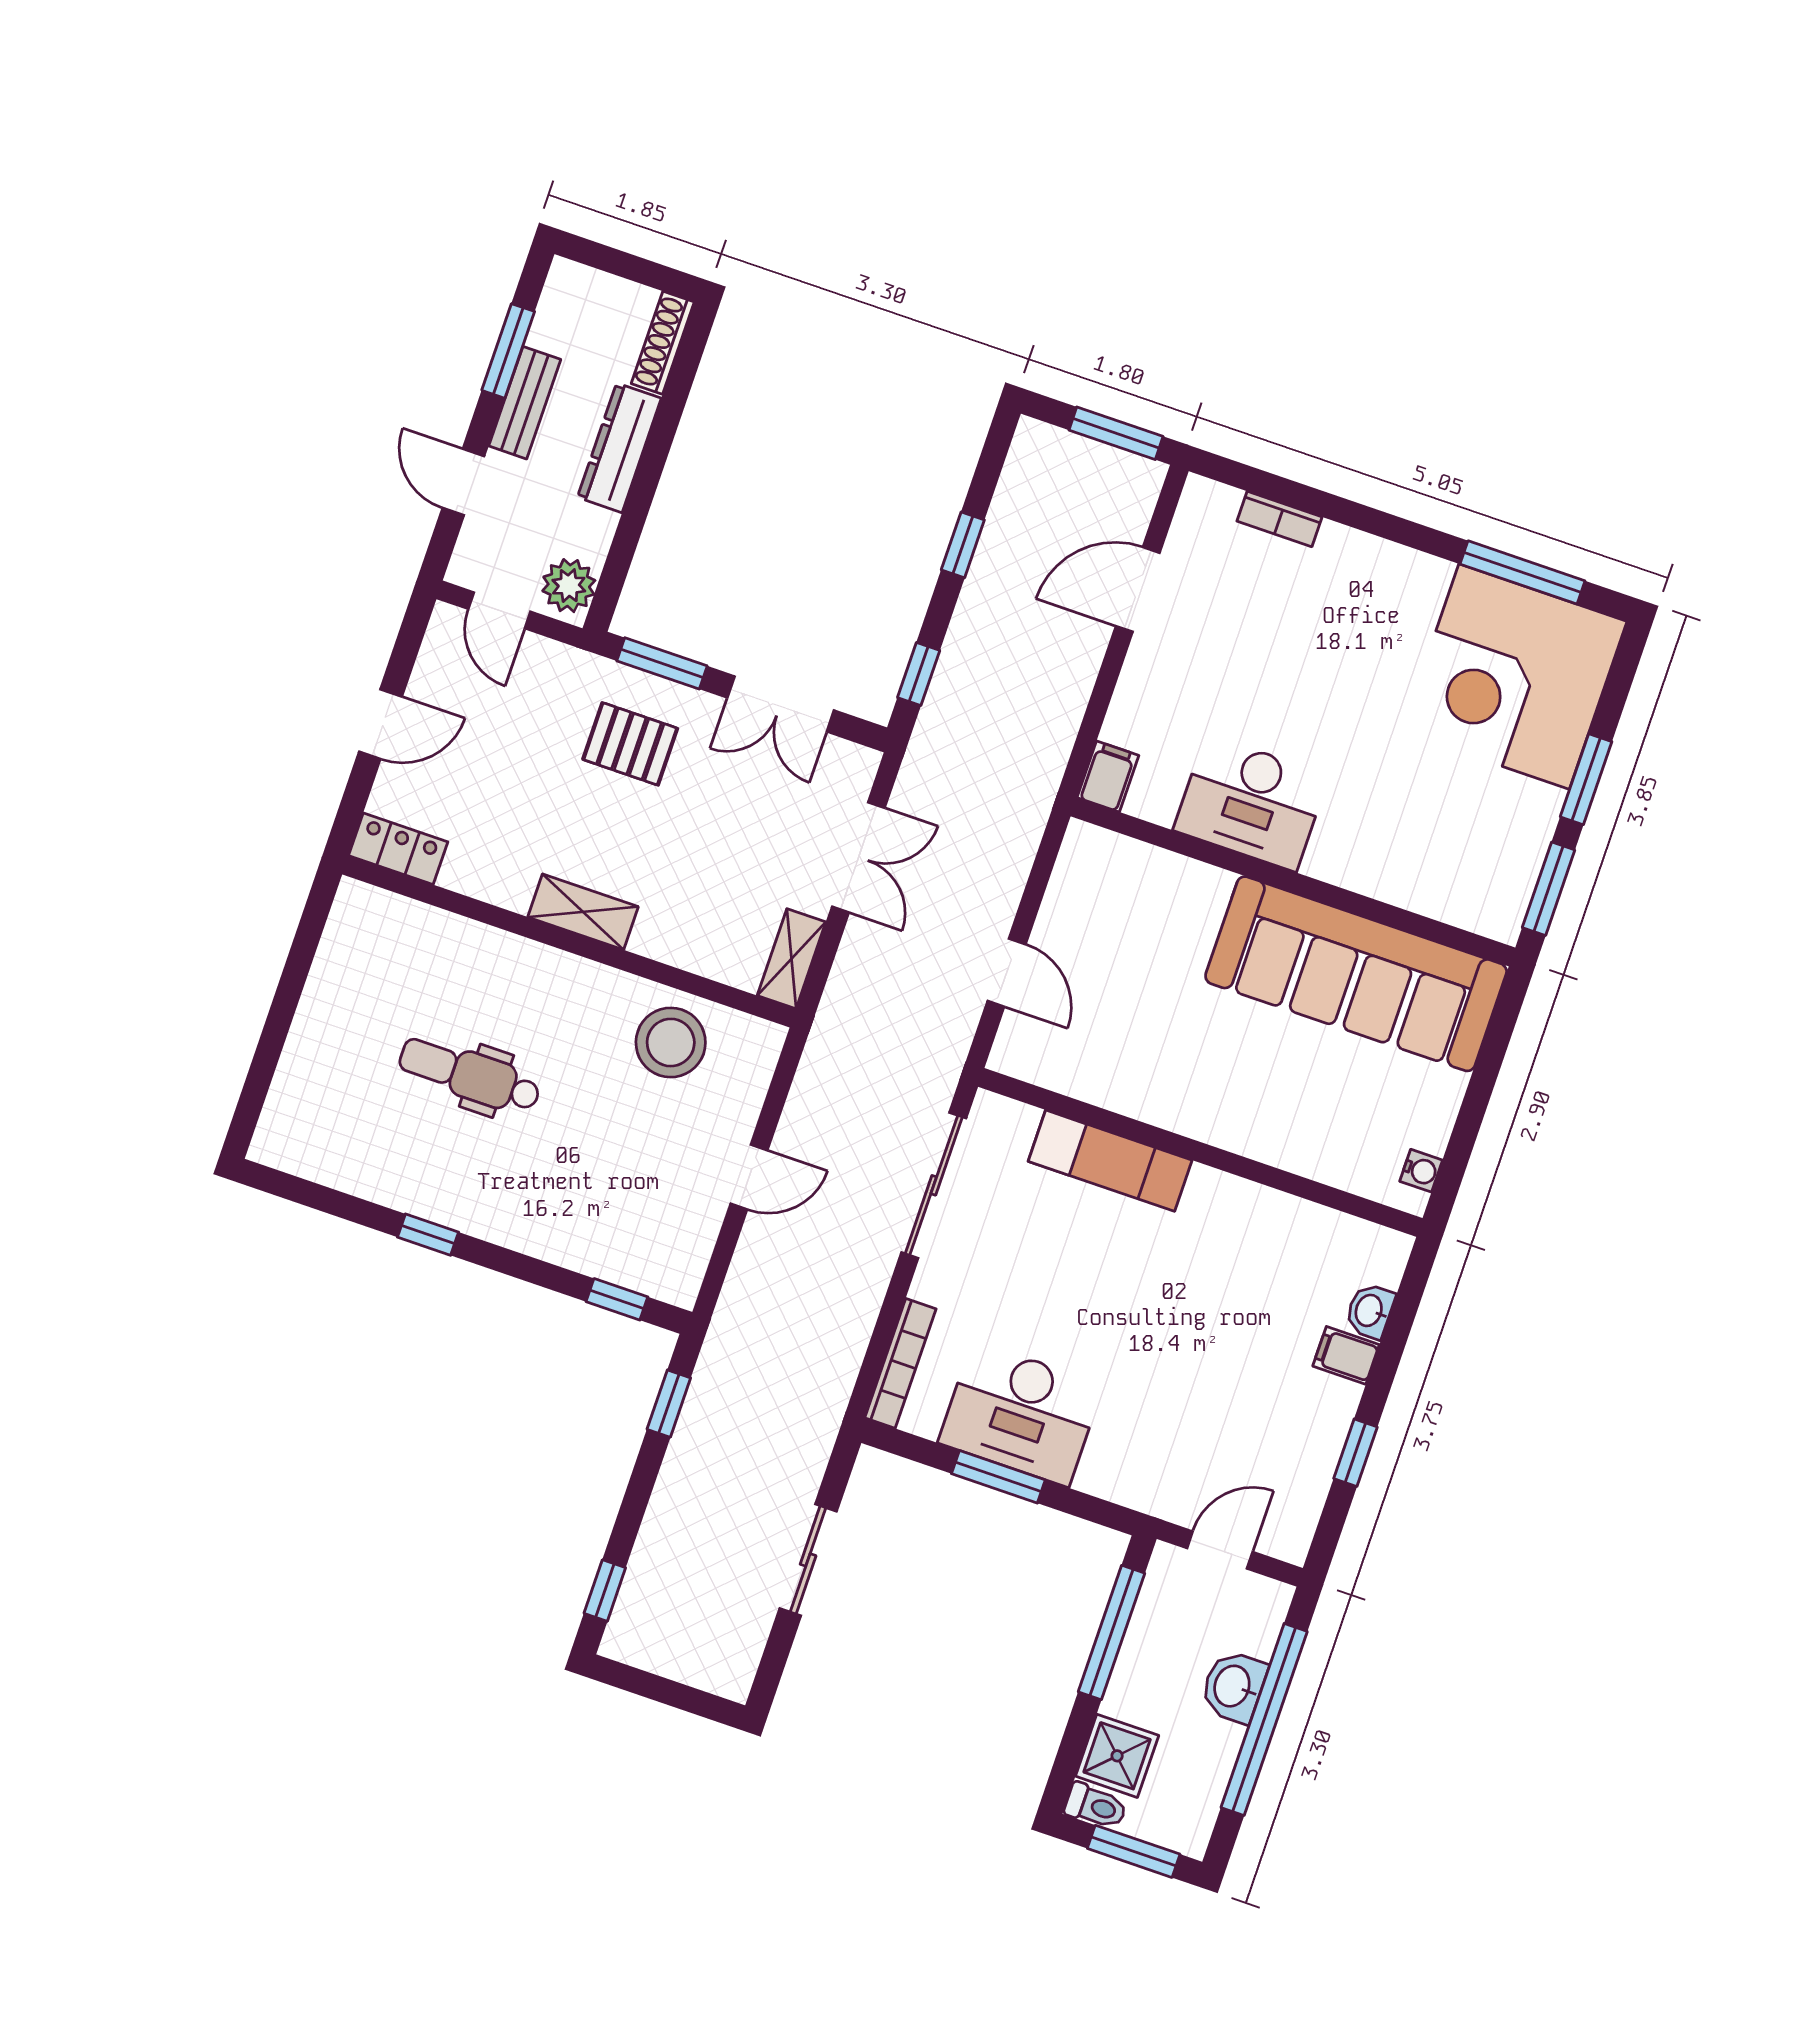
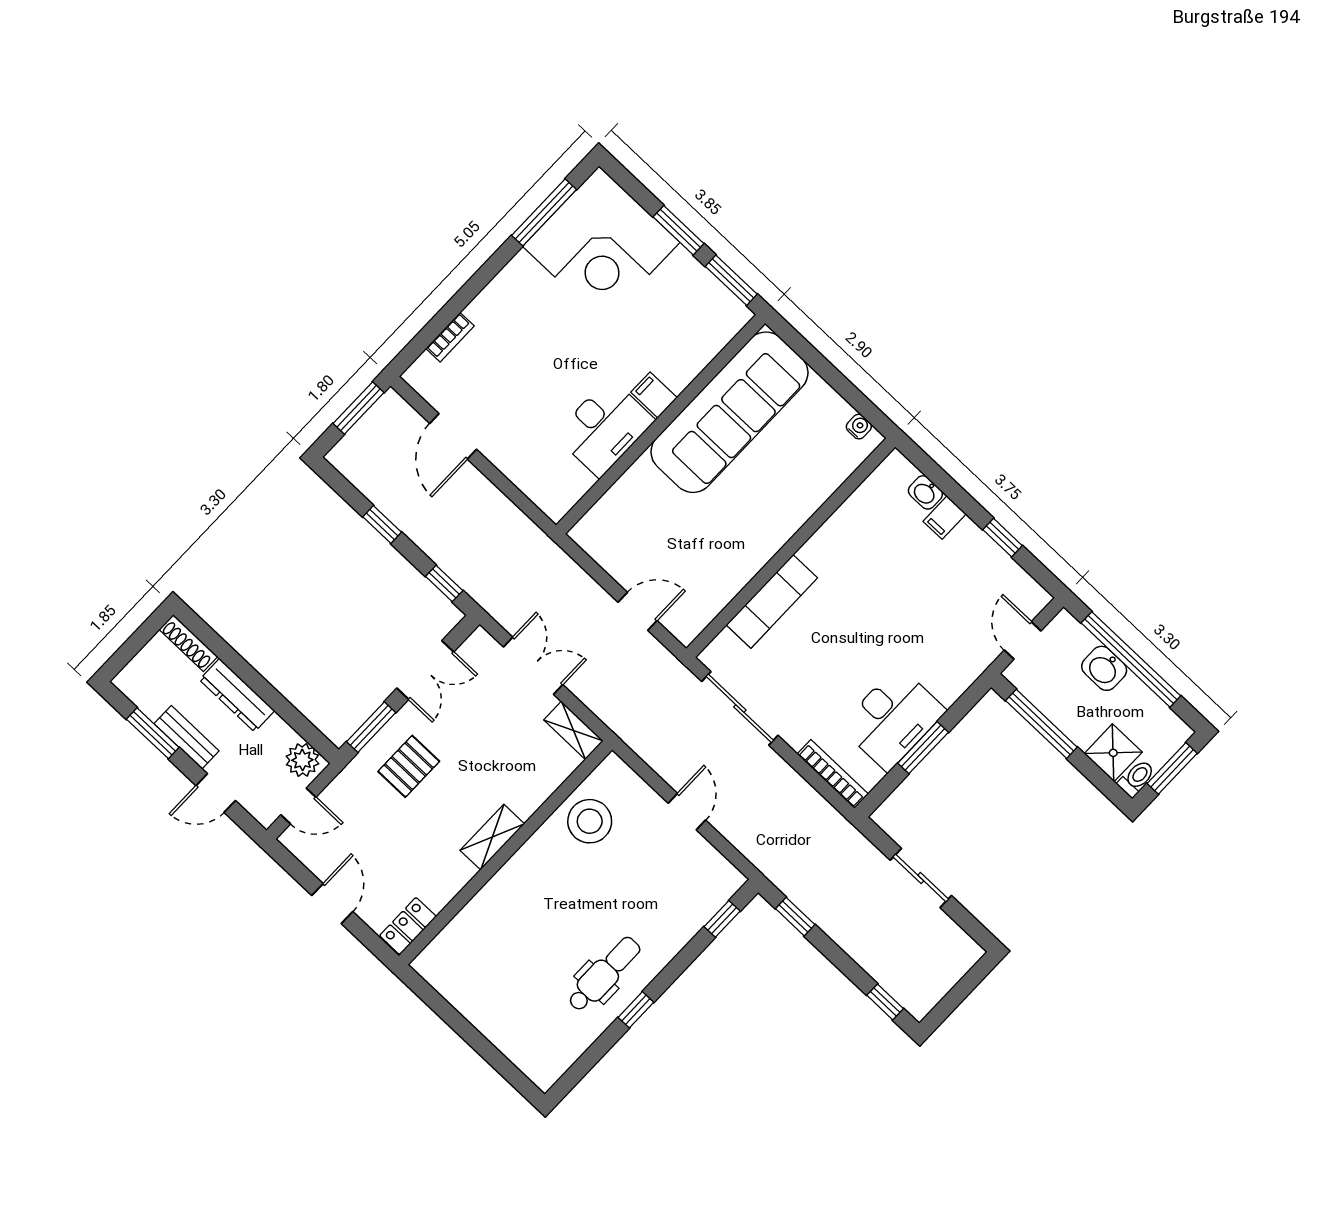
filing cabinet: (1108, 777) -> (654, 395), moved
dental chair: (470, 1075) -> (604, 974), moved, turned 180

